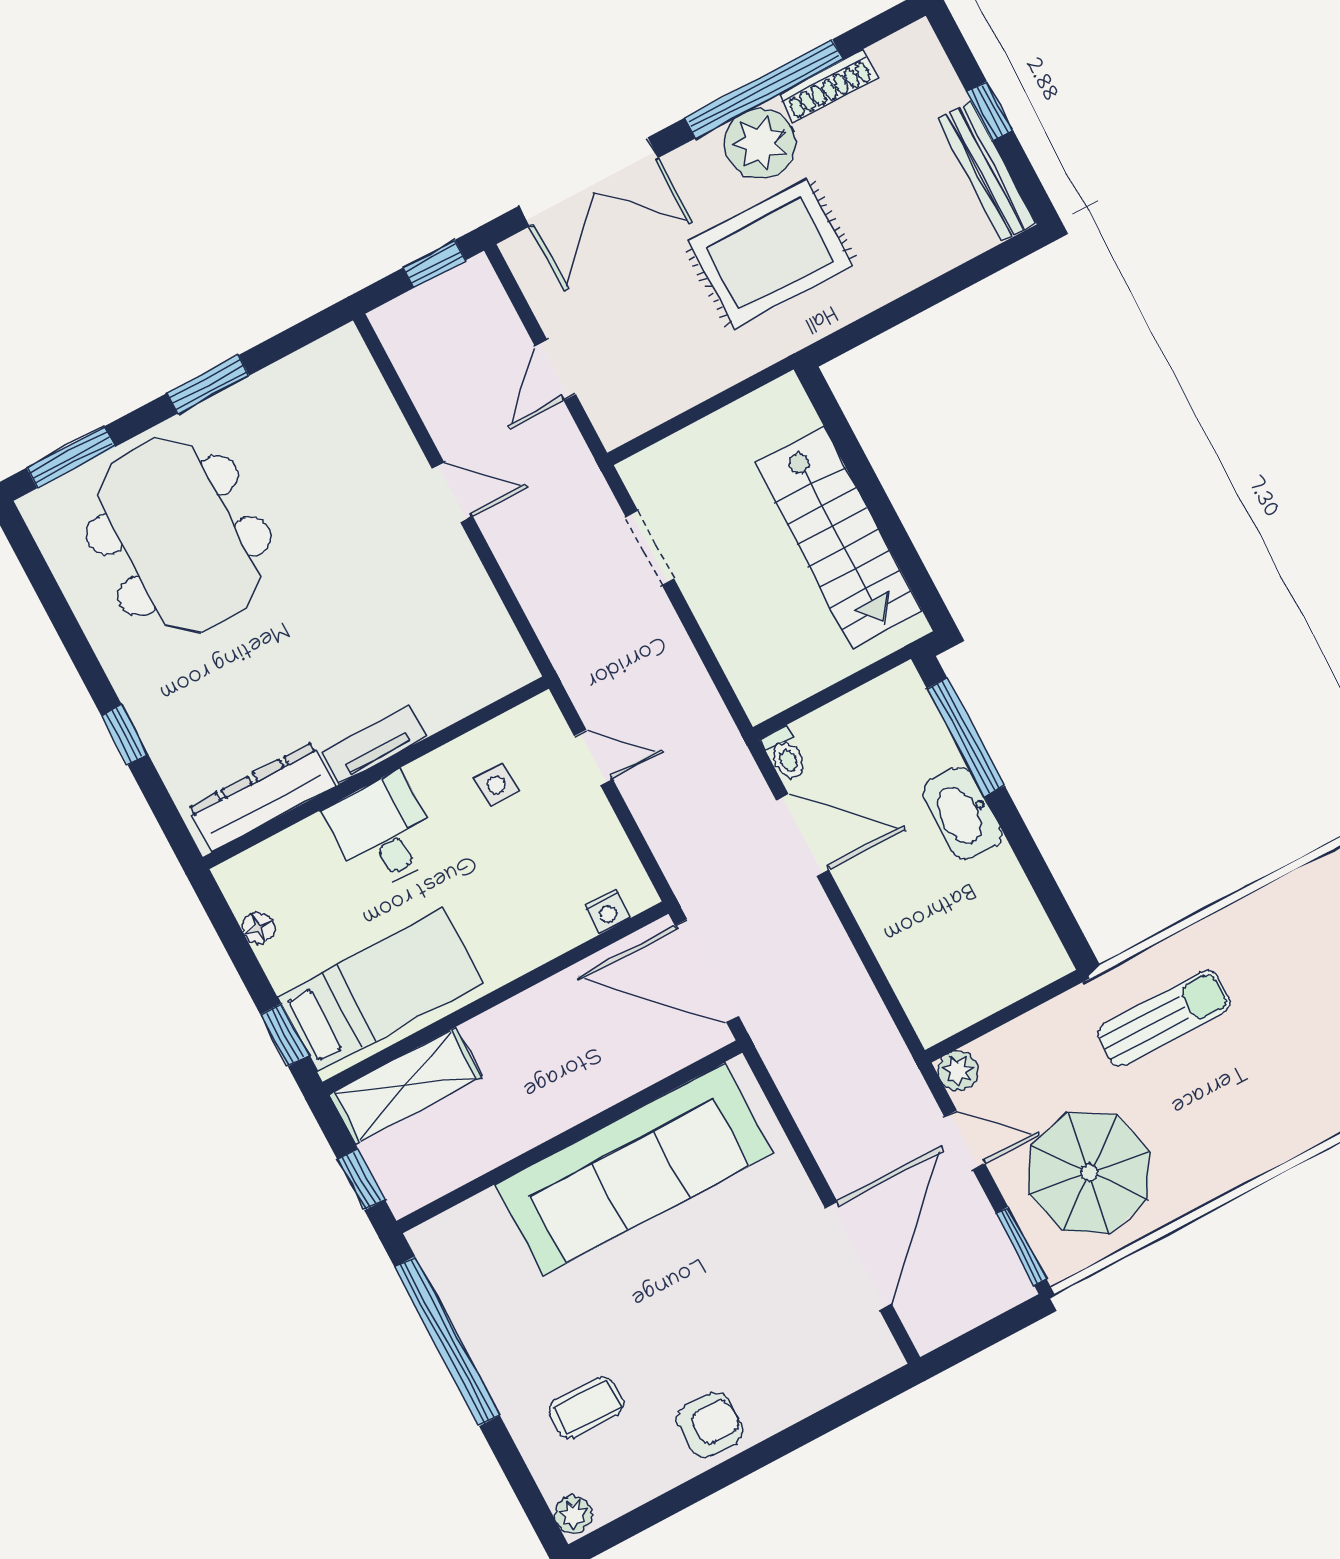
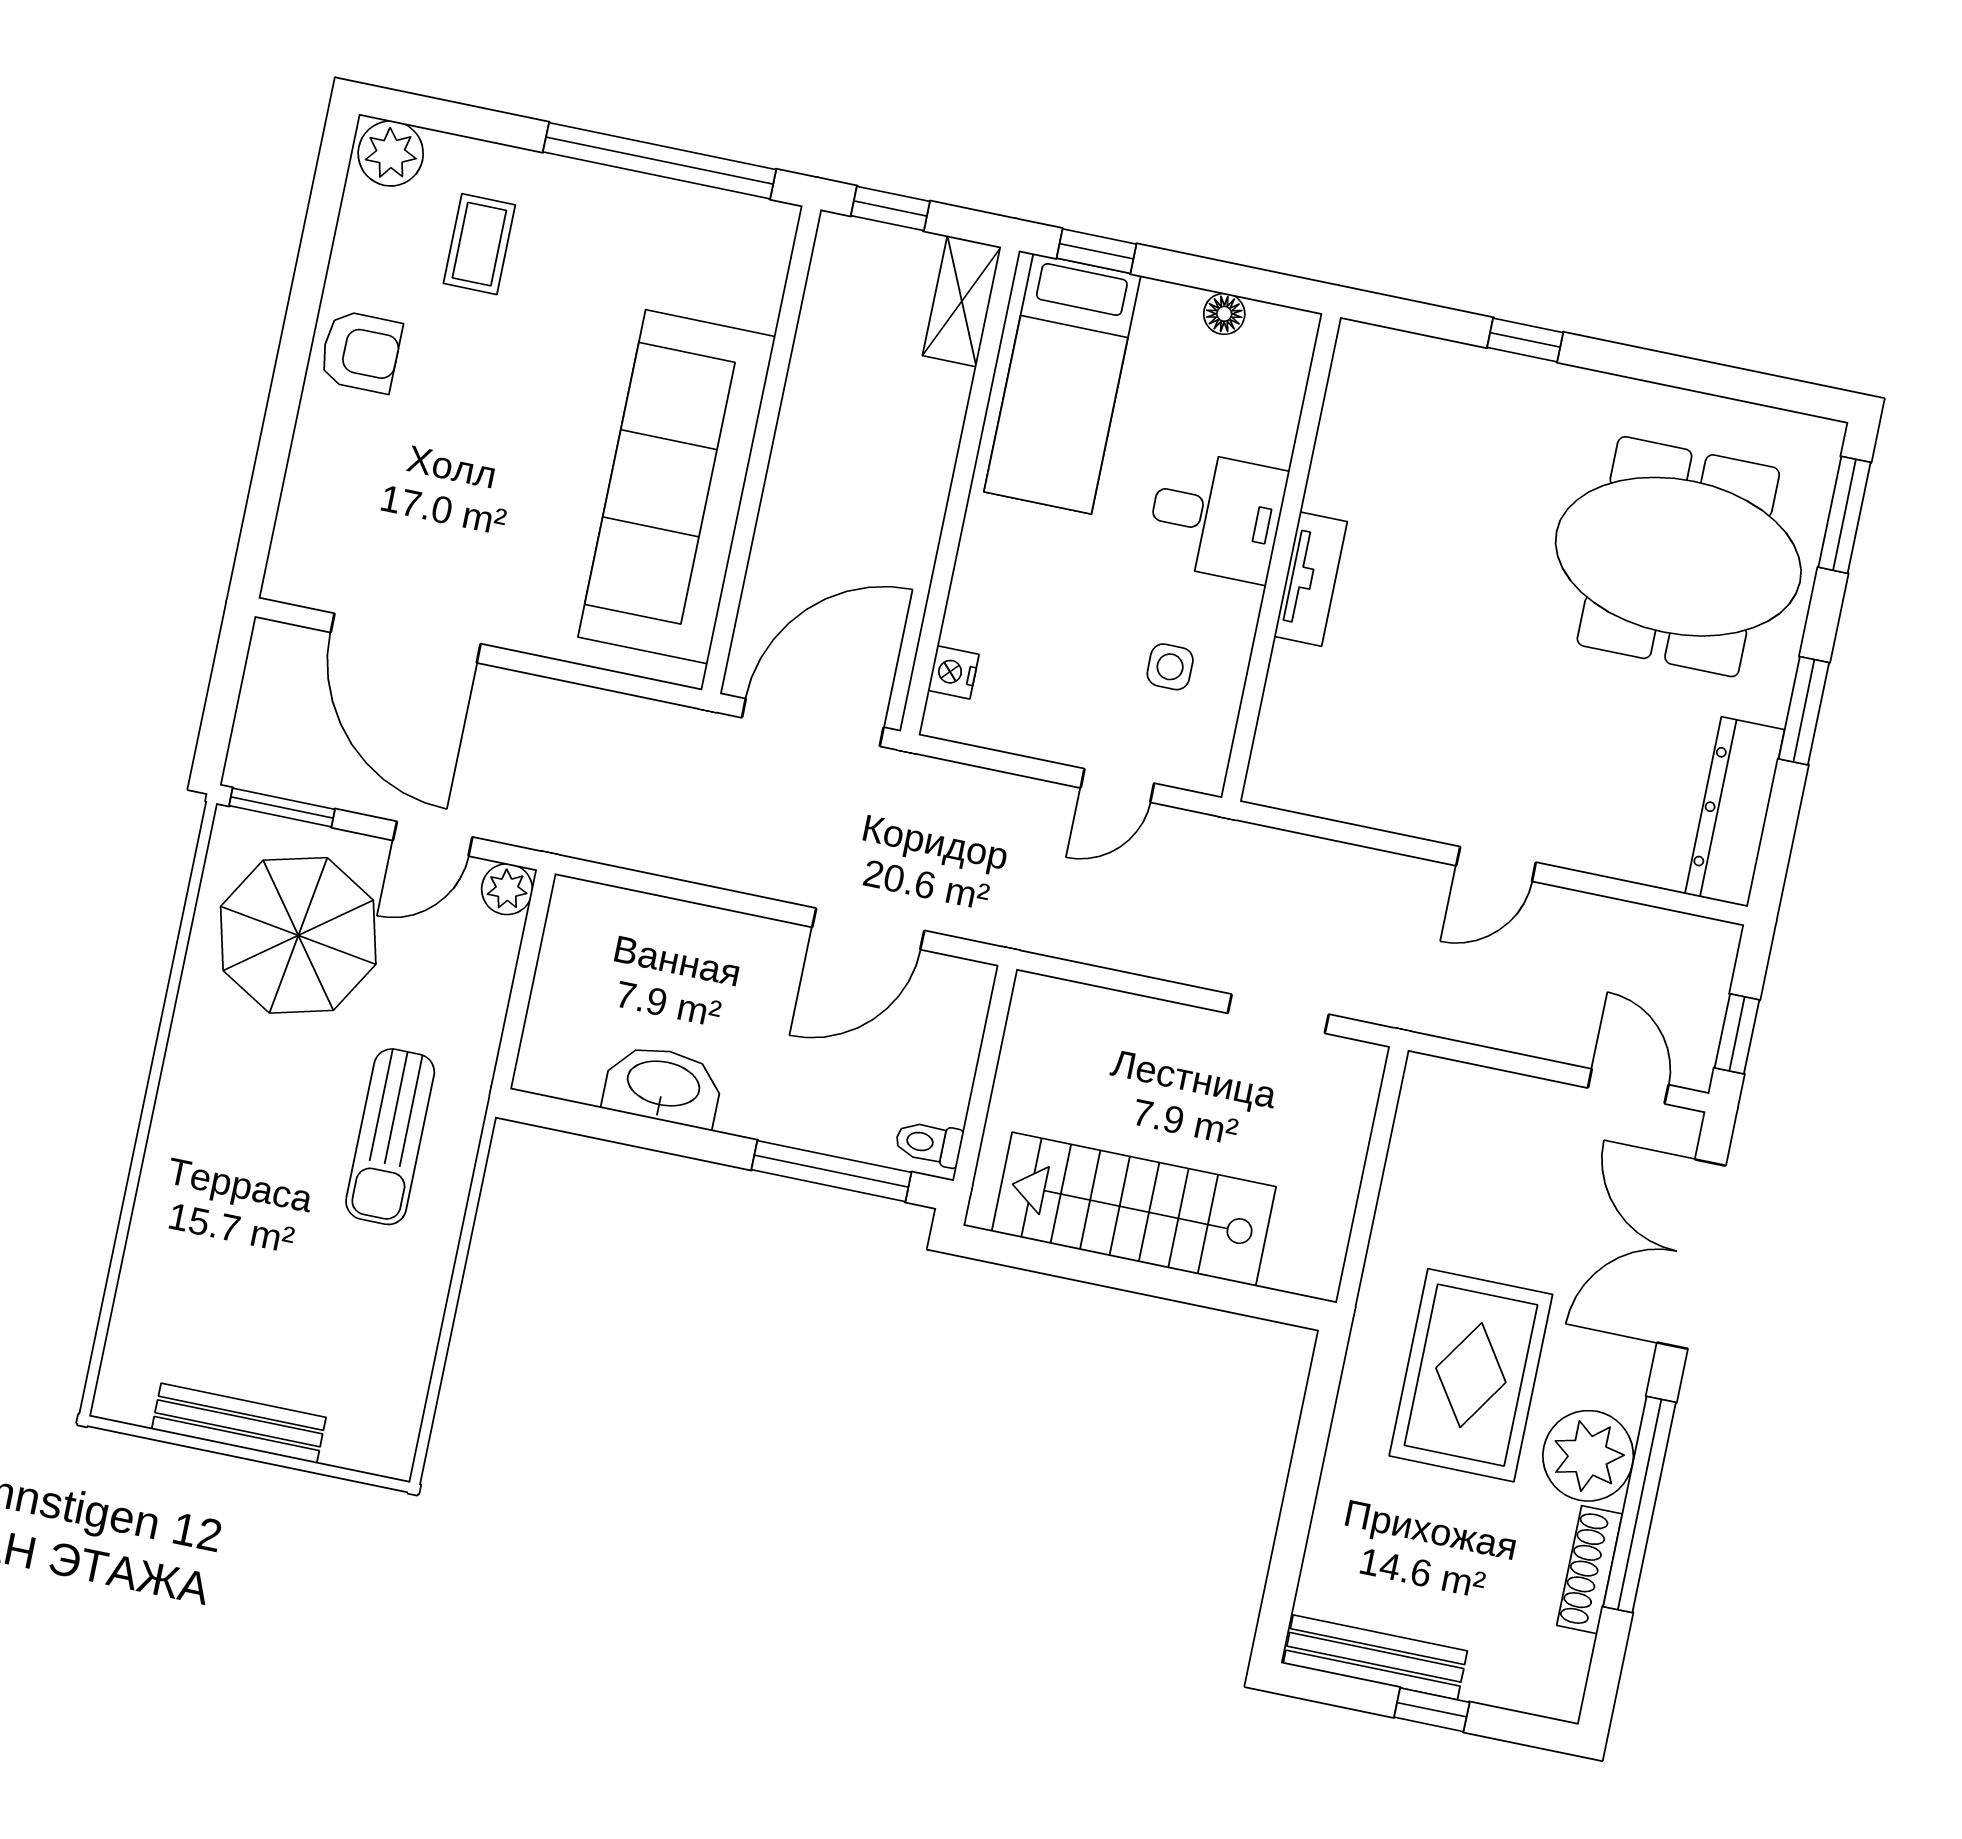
door: (555, 370) -> (1628, 1086), moved
toilet: (785, 754) -> (929, 1143), moved
dresser: (262, 797) -> (1735, 812), moved, turned 180
washbasin: (963, 814) -> (663, 1086), moved
shelving: (405, 1086) -> (962, 301), width x0.67, depth x0.75
armchair: (710, 1425) -> (361, 352), turned -90
plant: (573, 1515) -> (391, 153), width x1.38, depth x1.38

